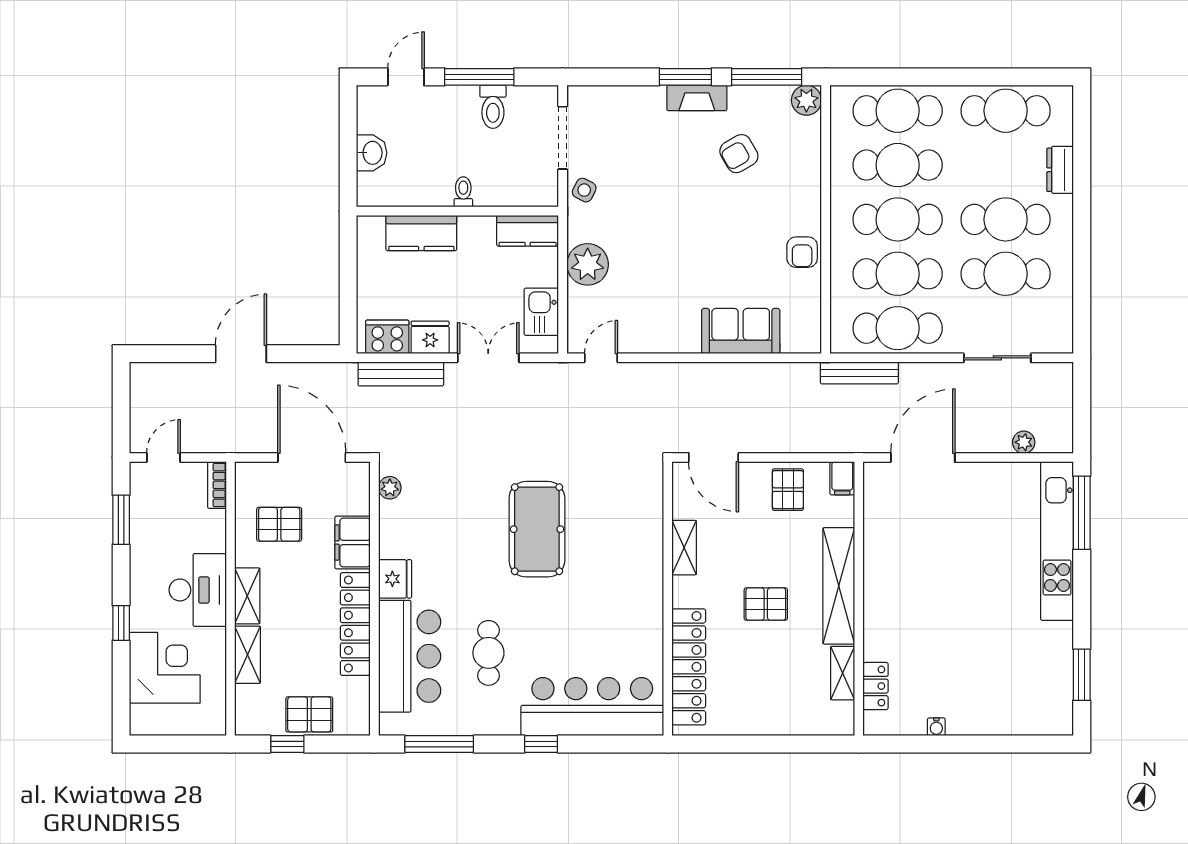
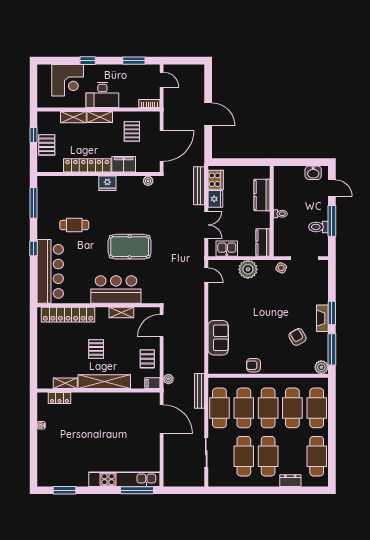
washbasin: (372, 153) -> (313, 173), moved
plant: (1024, 442) -> (168, 379), moved
pallet: (788, 490) -> (147, 359), turned 90
bar counter: (410, 656) -> (116, 289), moved, turned 180

